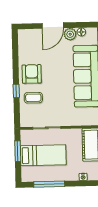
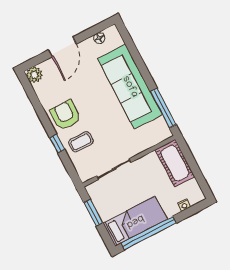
plant: (70, 34) -> (34, 75), moved
bed: (43, 155) -> (135, 221), moved
window: (49, 184) -> (149, 233), width x1.46

